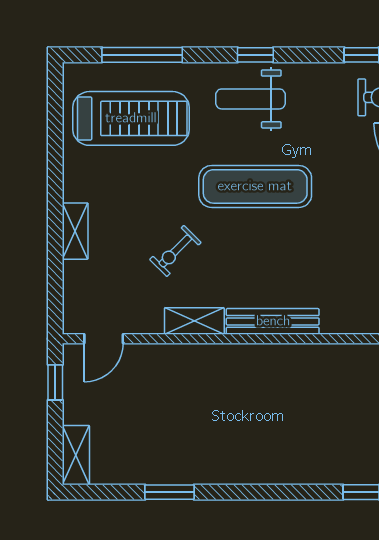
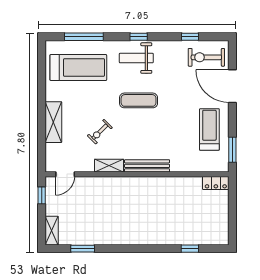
exercise mat: (255, 186) -> (139, 100), width x0.73, depth x0.69
shelving: (75, 231) -> (53, 122), width x1.50, depth x1.33
window: (169, 492) -> (83, 249), moved

